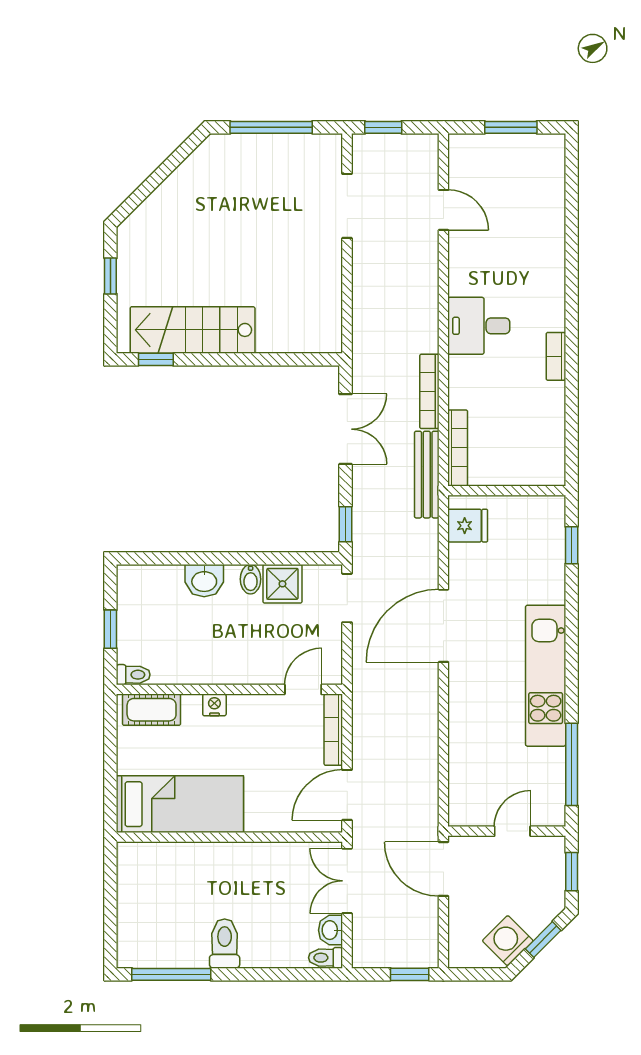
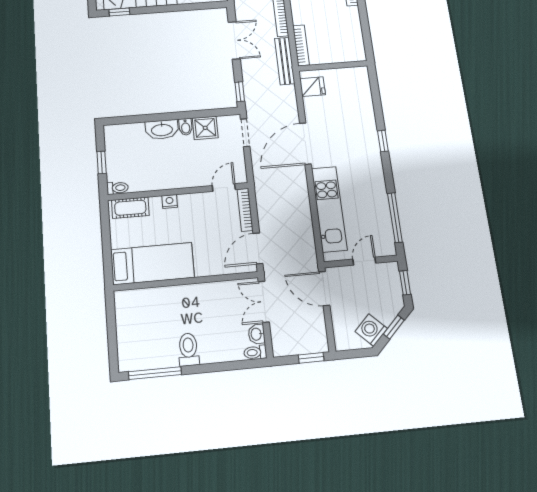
window: (572, 545) -> (383, 141), moved
washbasin: (204, 581) -> (162, 130), width x1.38
kitchen unit: (546, 676) -> (329, 209), moved, turned 180

